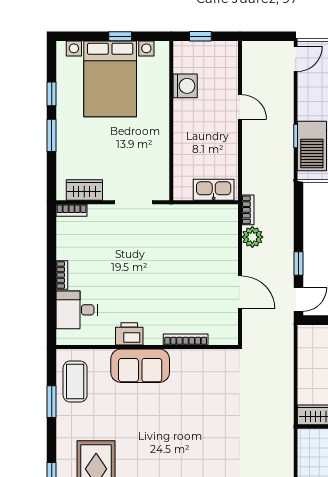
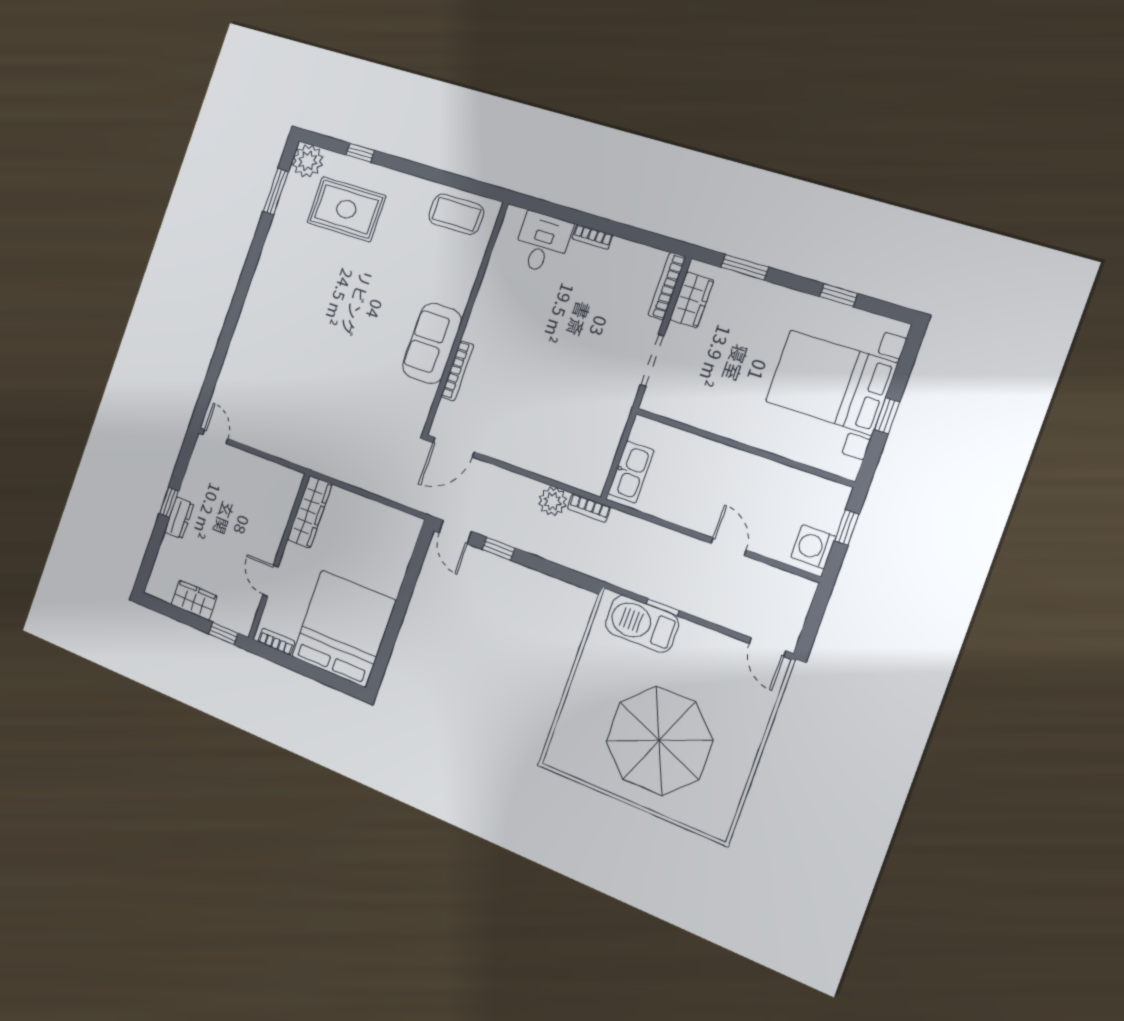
washing machine: (185, 86) -> (813, 547), moved, turned 90
door: (240, 107) -> (729, 547), swing flipped
window: (52, 135) -> (745, 267), moved
bookcase: (72, 210) -> (667, 286), width x1.56
door: (240, 292) -> (453, 447), moved
printer: (129, 334) -> (489, 301), removed
sofa: (140, 366) -> (432, 343), moved
window: (52, 402) -> (443, 177), removed

